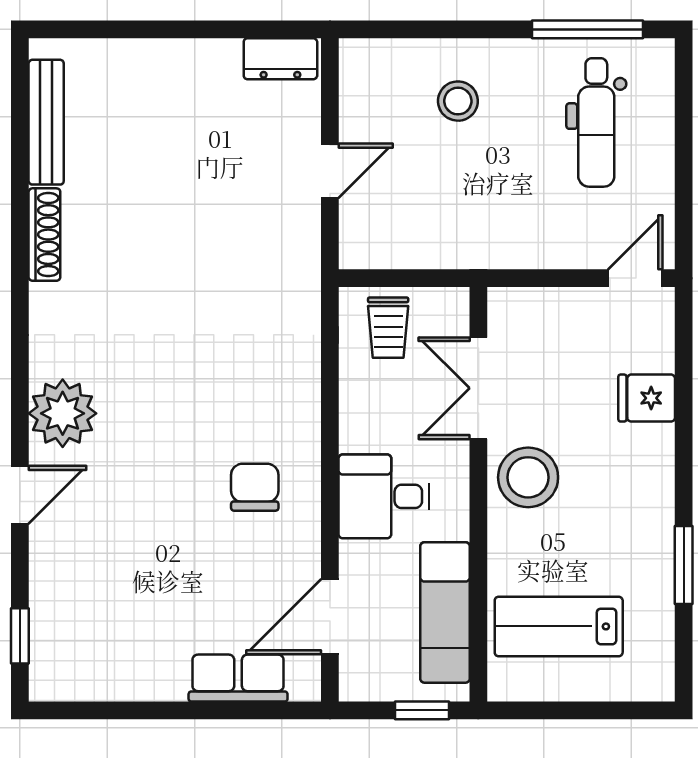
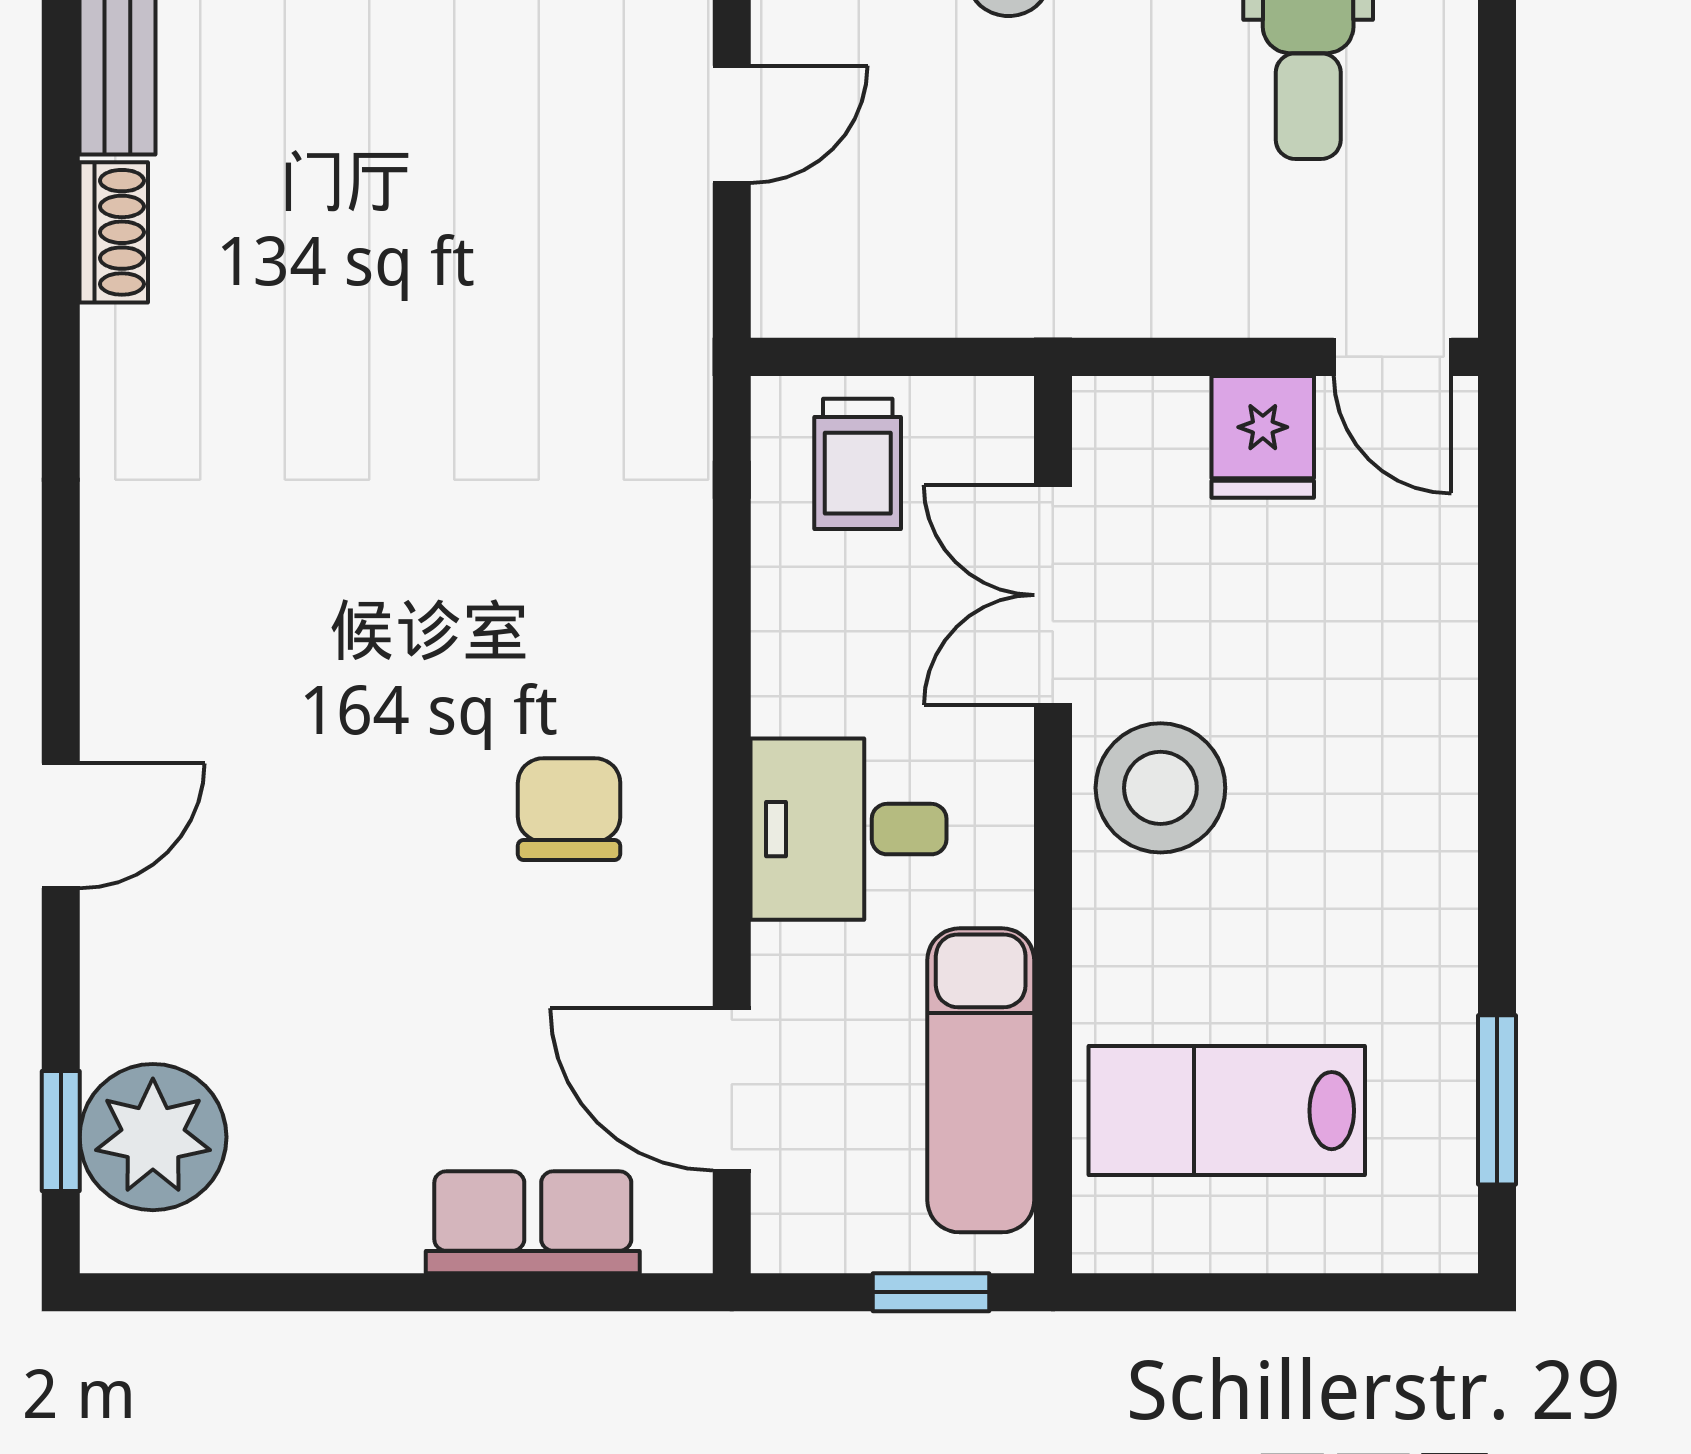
shoe rack: (44, 235) -> (114, 232), width x0.70
door: (635, 278) -> (1393, 357), swing flipped
fridge: (647, 398) -> (1263, 437), moved, turned -90
plant: (63, 413) -> (153, 1137), moved
window: (684, 565) -> (1497, 1100), moved
door: (330, 617) -> (732, 1089), hinge flipped

